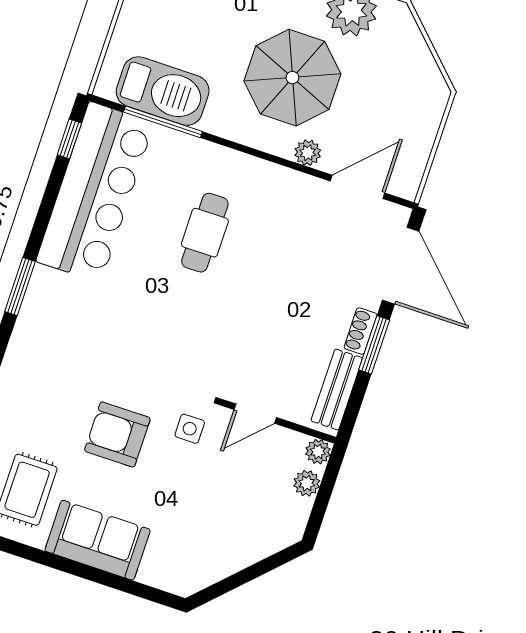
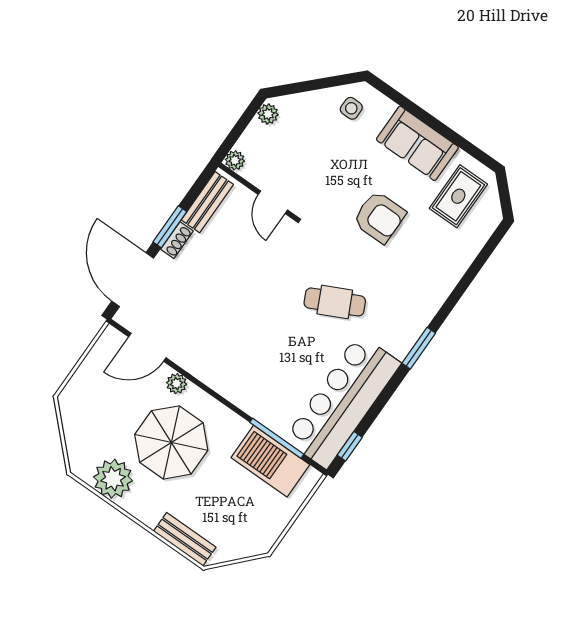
cafe table: (205, 233) -> (335, 302), moved, turned 64
door: (255, 414) -> (273, 202), swing flipped
side table: (190, 429) -> (351, 108), moved
plant: (307, 483) -> (268, 114), moved

